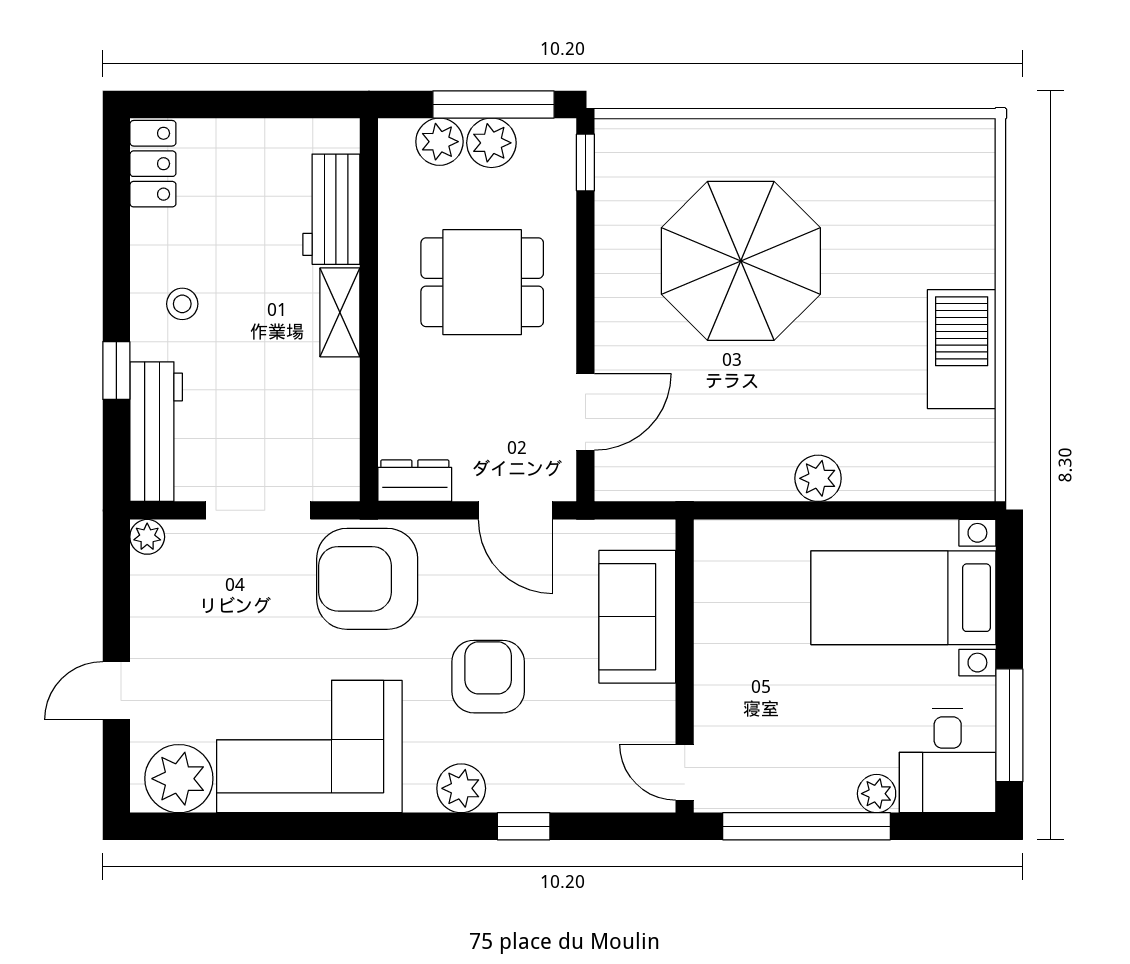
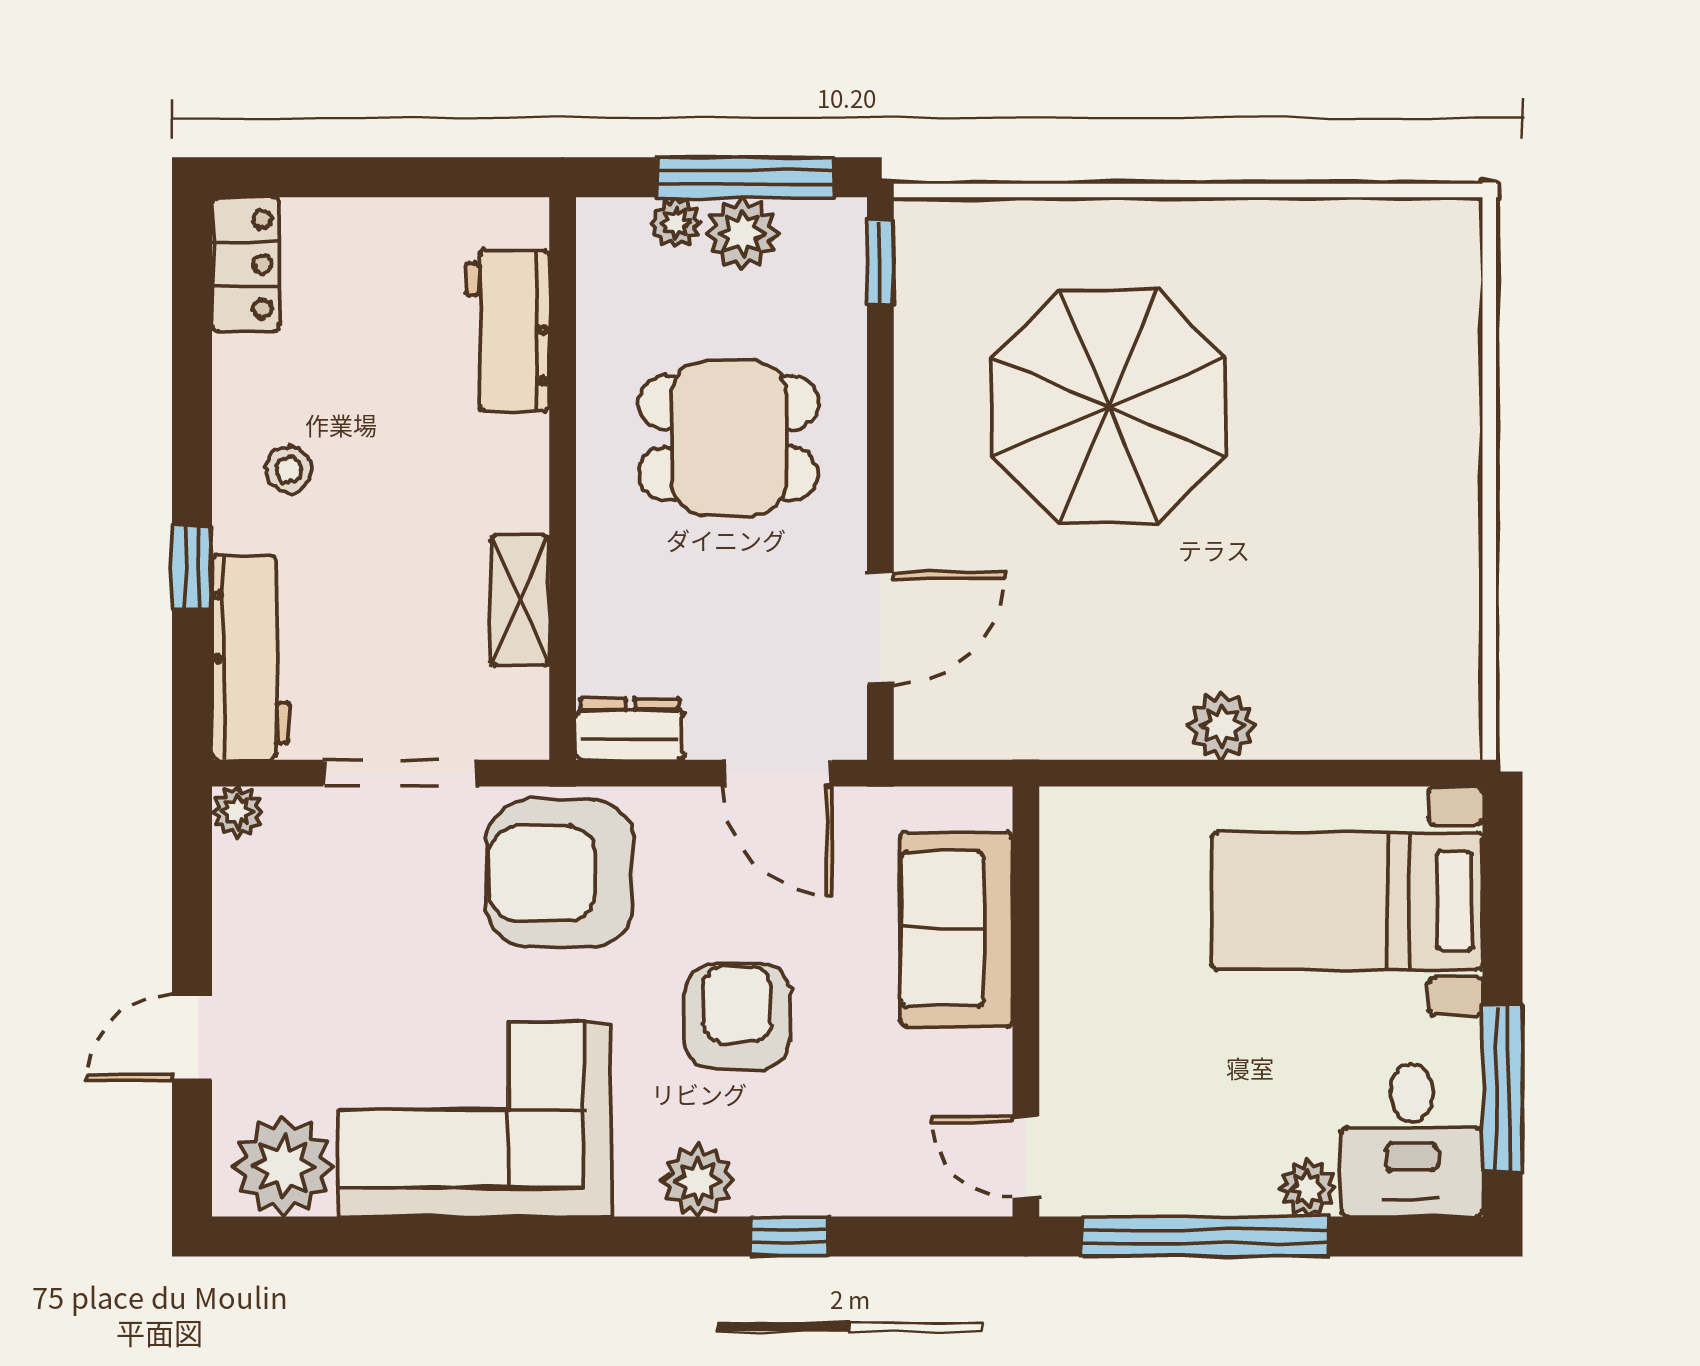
plant: (439, 142) -> (676, 222), width x0.73, depth x0.73
shelving: (340, 312) -> (520, 600), moved
barbecue: (962, 349) -> (1432, 536), removed

